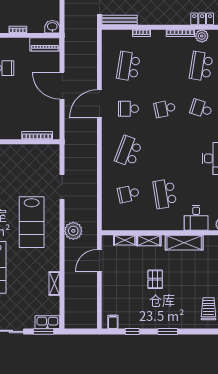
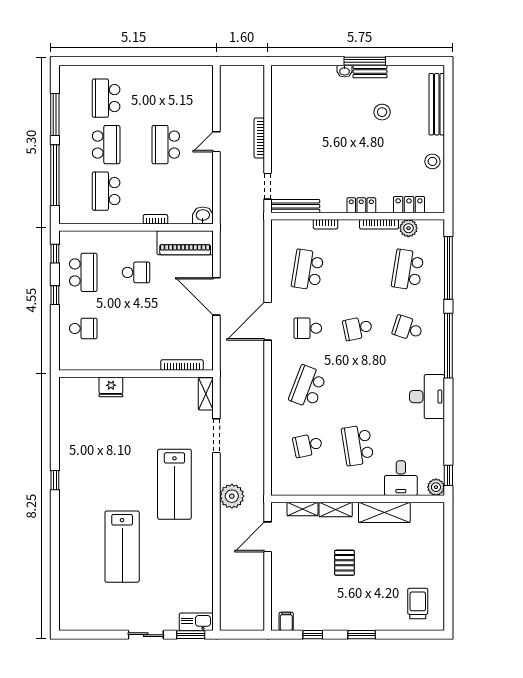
locker: (167, 19) -> (361, 205), added
piano: (45, 44) -> (185, 243), width x1.37, depth x1.33
shelving: (54, 284) -> (206, 394), moved

